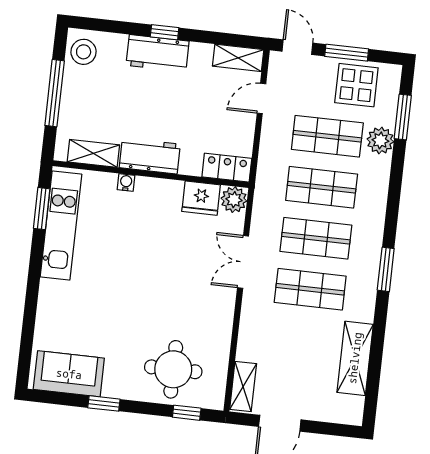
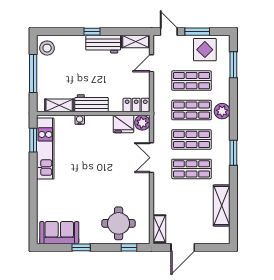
workbench: (158, 53) -> (103, 44), moved
plant: (380, 140) -> (222, 111), moved

